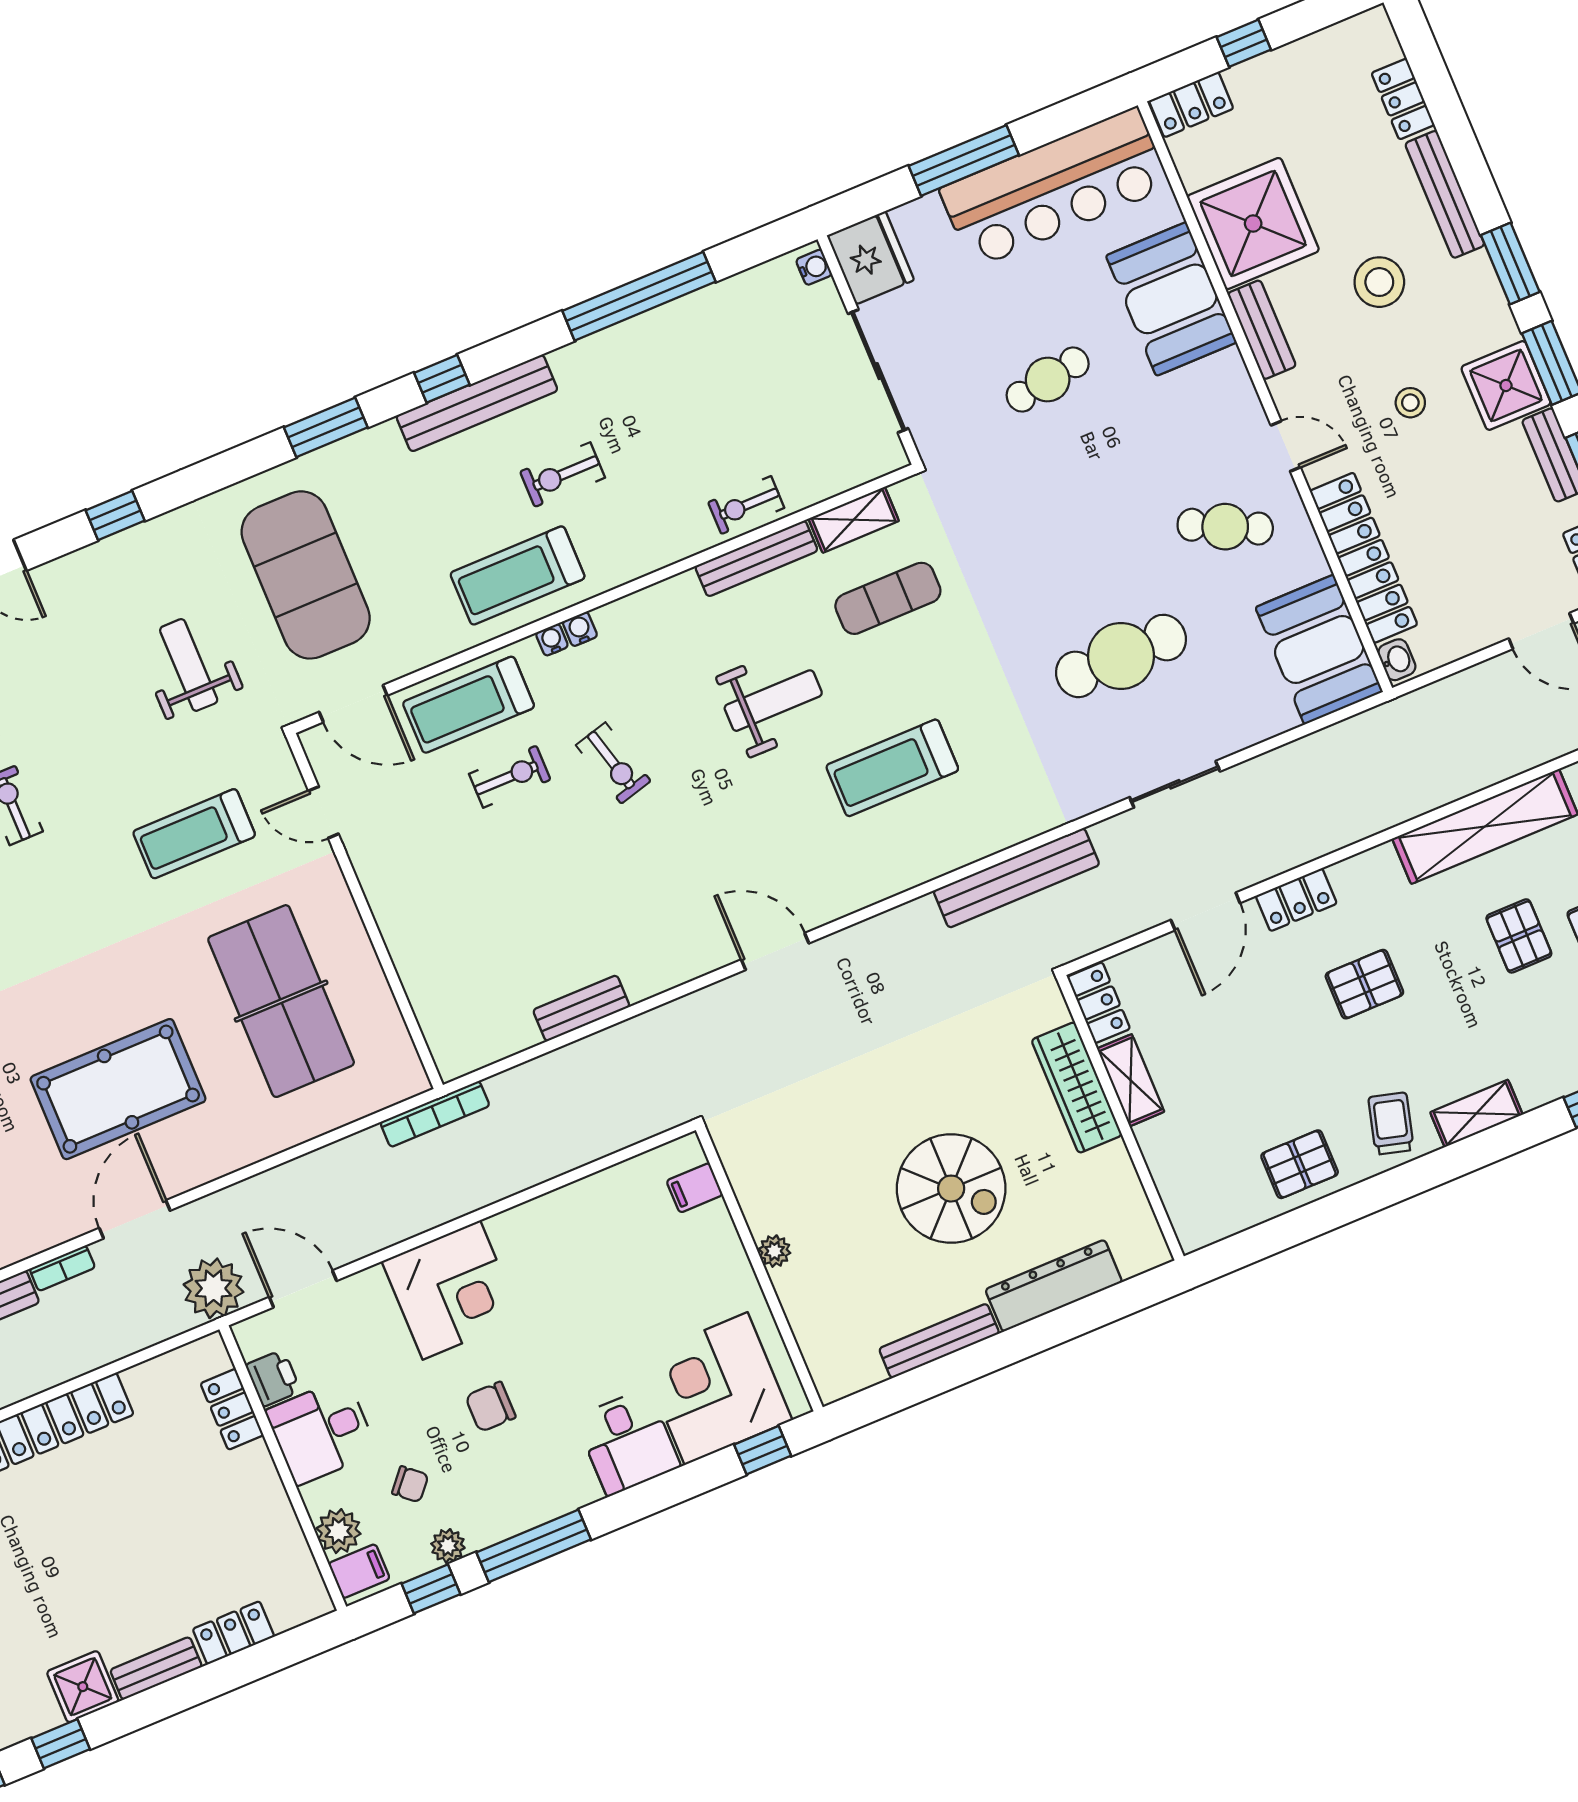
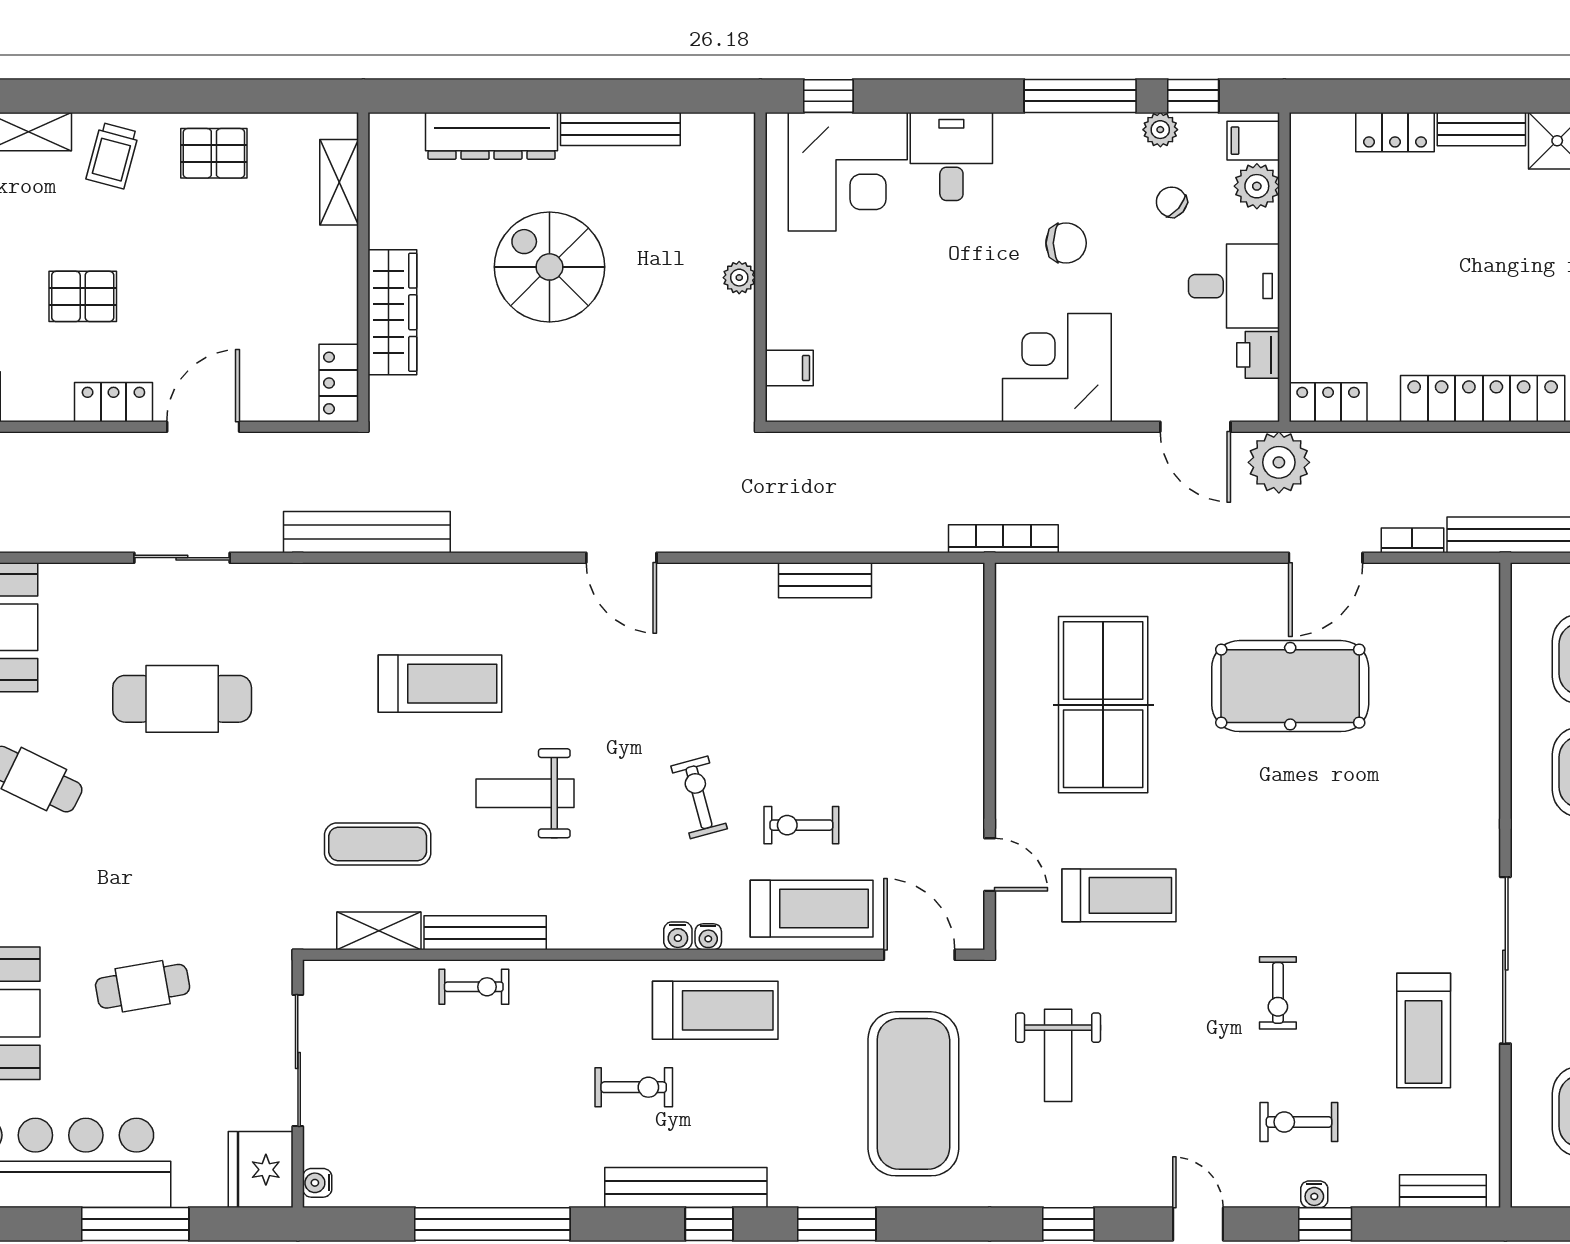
shelving: (1131, 1080) -> (339, 182), moved
locker: (232, 1409) -> (1328, 402), moved, turned -90

